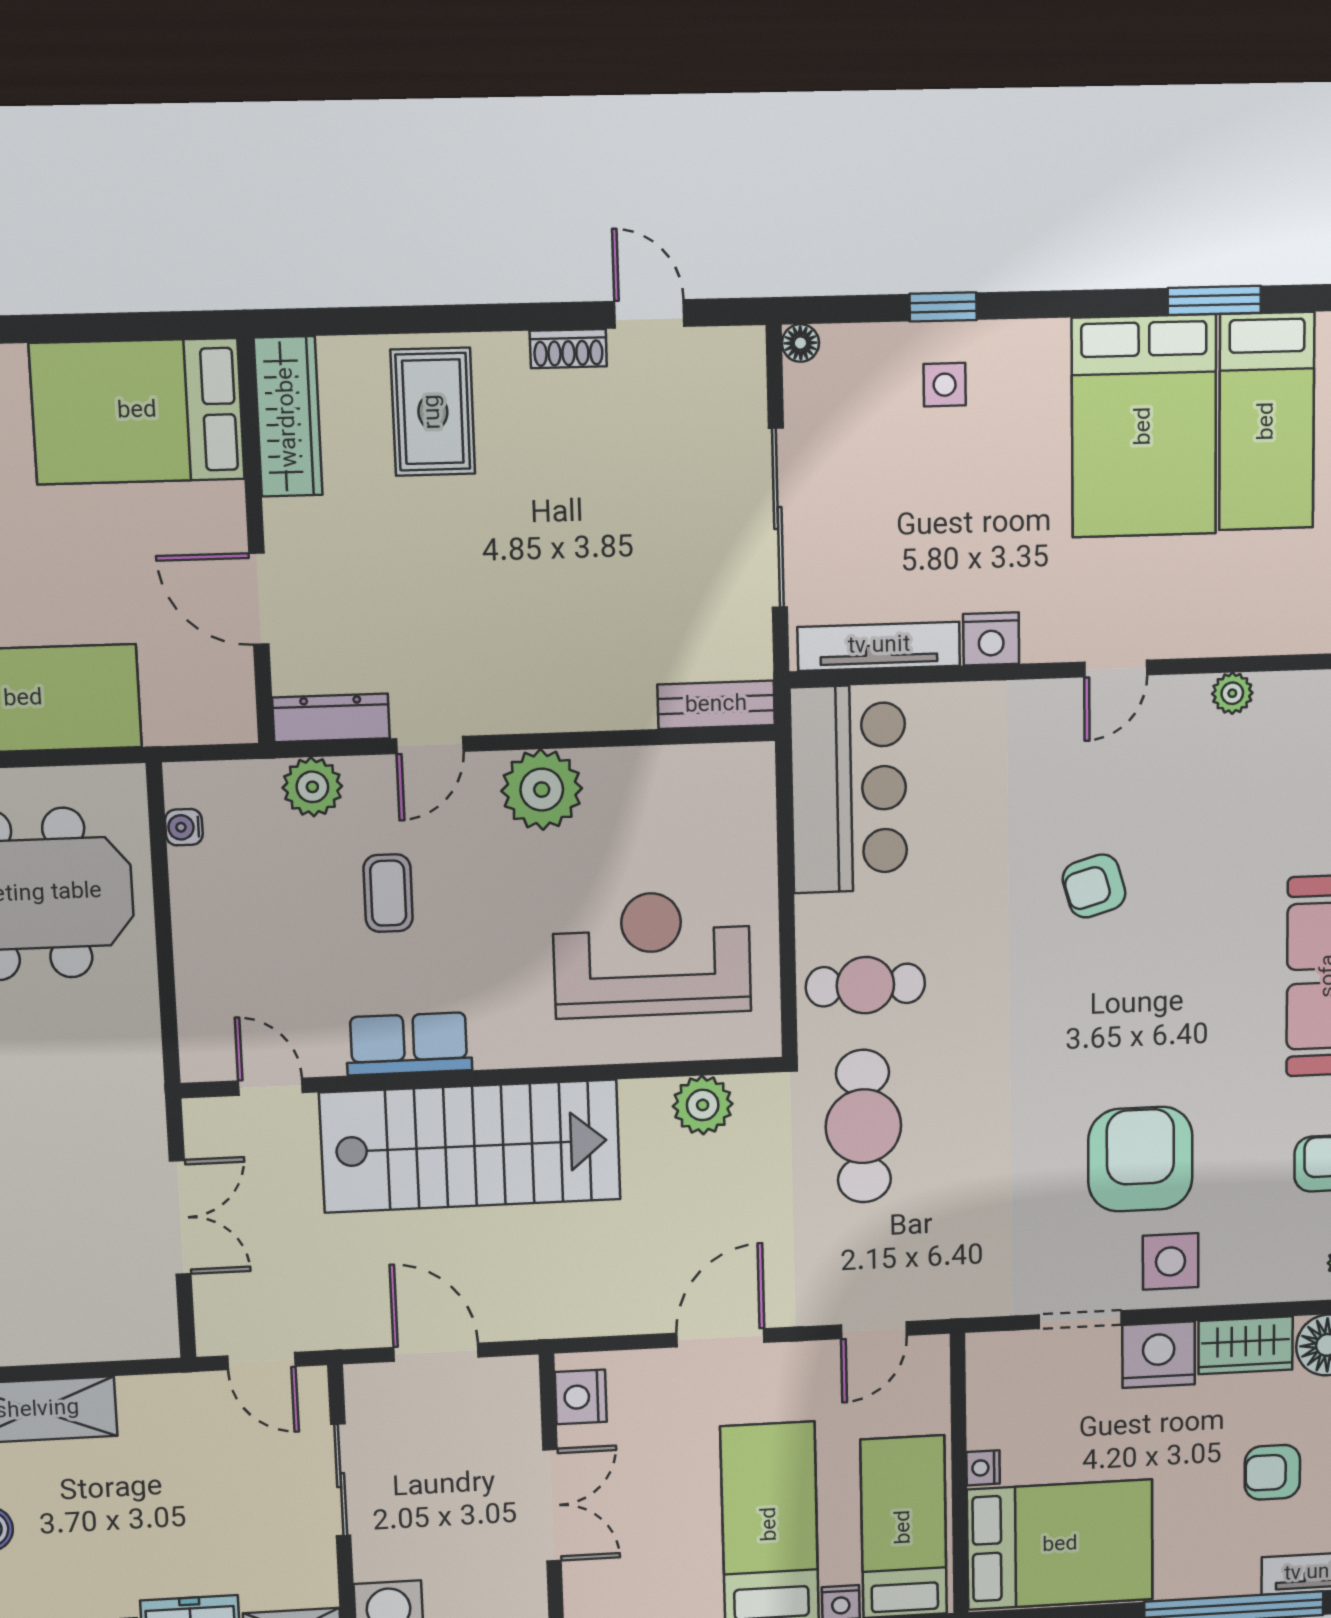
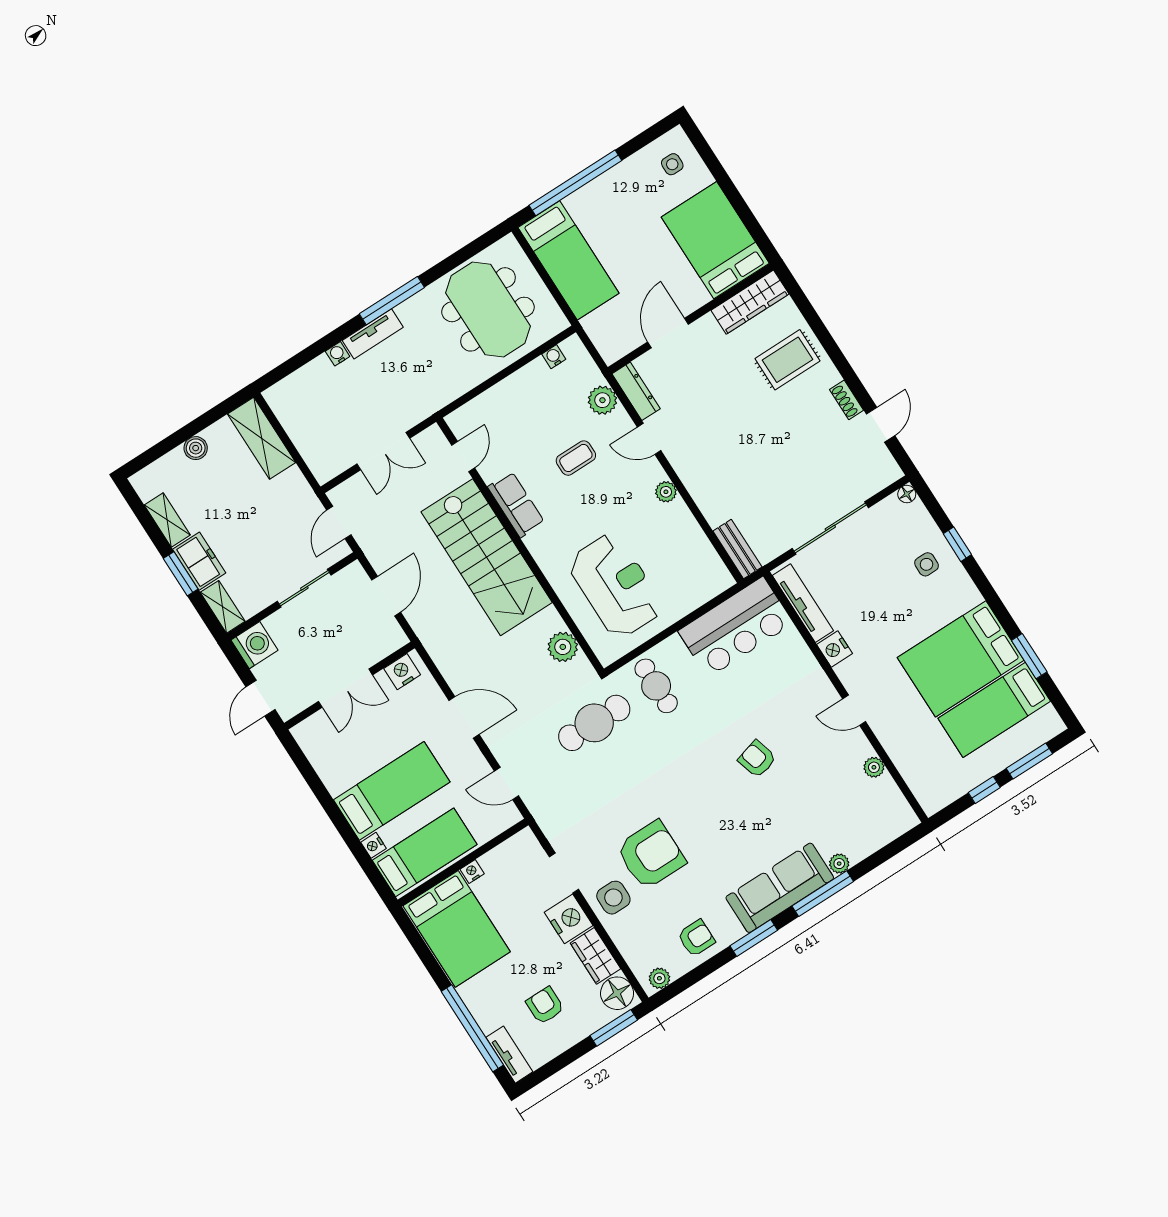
plant: (542, 790) -> (666, 492), width x0.53, depth x0.53

